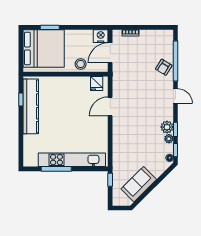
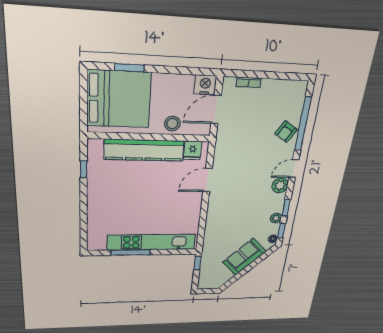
door: (175, 96) -> (294, 169), swing flipped
kitchen counter: (31, 106) -> (144, 150), moved, turned 90
plant: (167, 127) -> (280, 186), moved
sofa: (139, 184) -> (244, 257), moved

